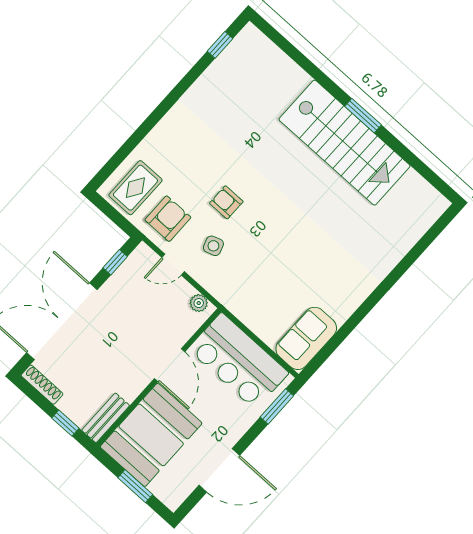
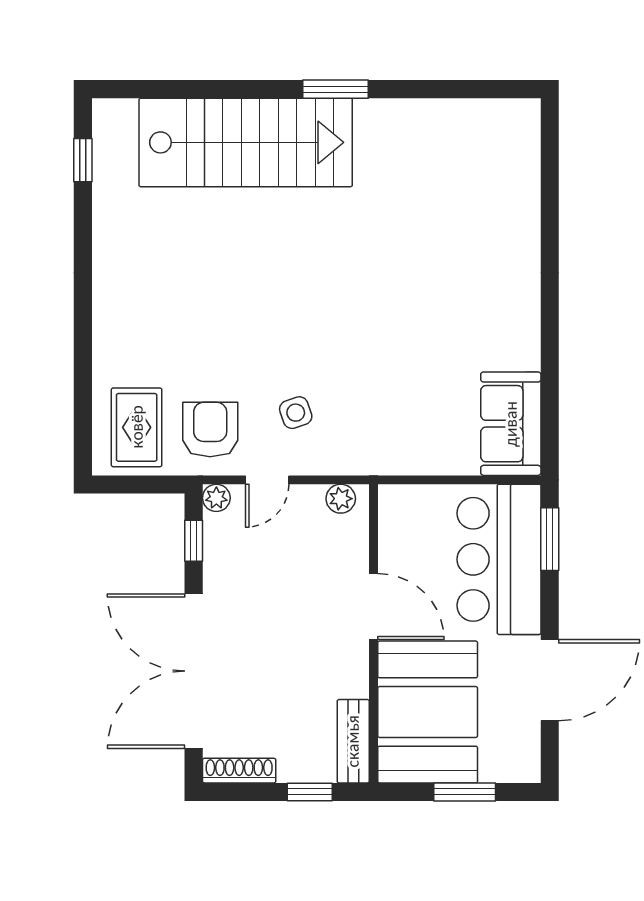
stairs: (345, 143) -> (246, 142), moved
armchair: (226, 202) -> (264, 345), removed
plant: (143, 252) -> (216, 498), added
bar counter: (238, 361) -> (499, 559), moved, turned 90

